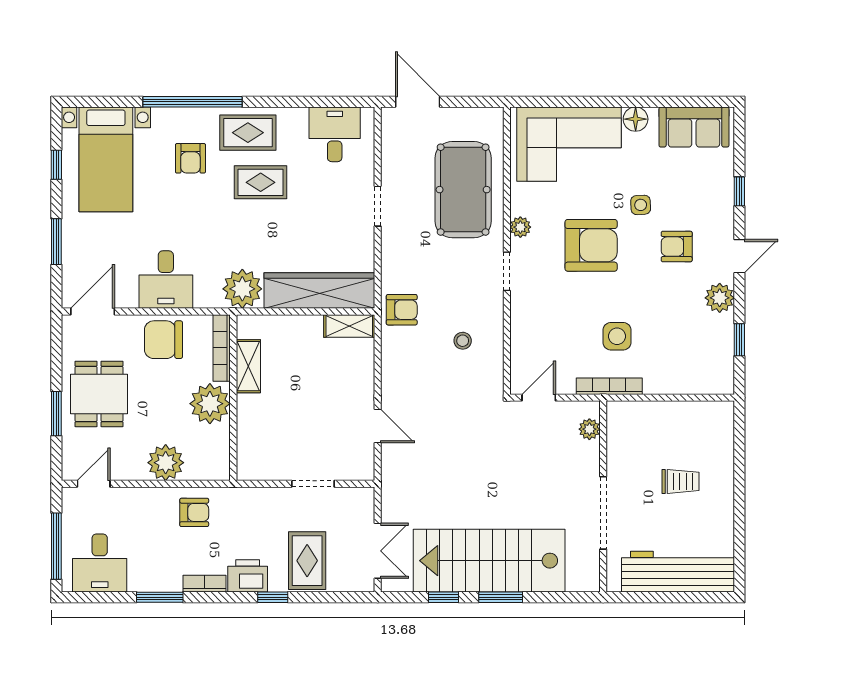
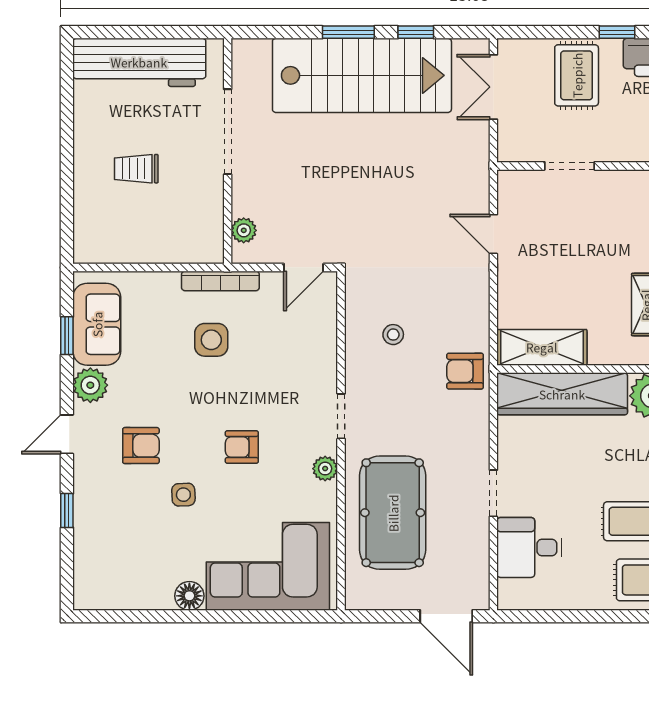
sofa: (694, 127) -> (97, 324), moved, turned 90
desk: (335, 134) -> (529, 547), moved, turned 90
armchair: (591, 245) -> (242, 447), width x0.53, depth x0.53
shelving: (349, 326) -> (542, 347), width x1.50, depth x1.33

